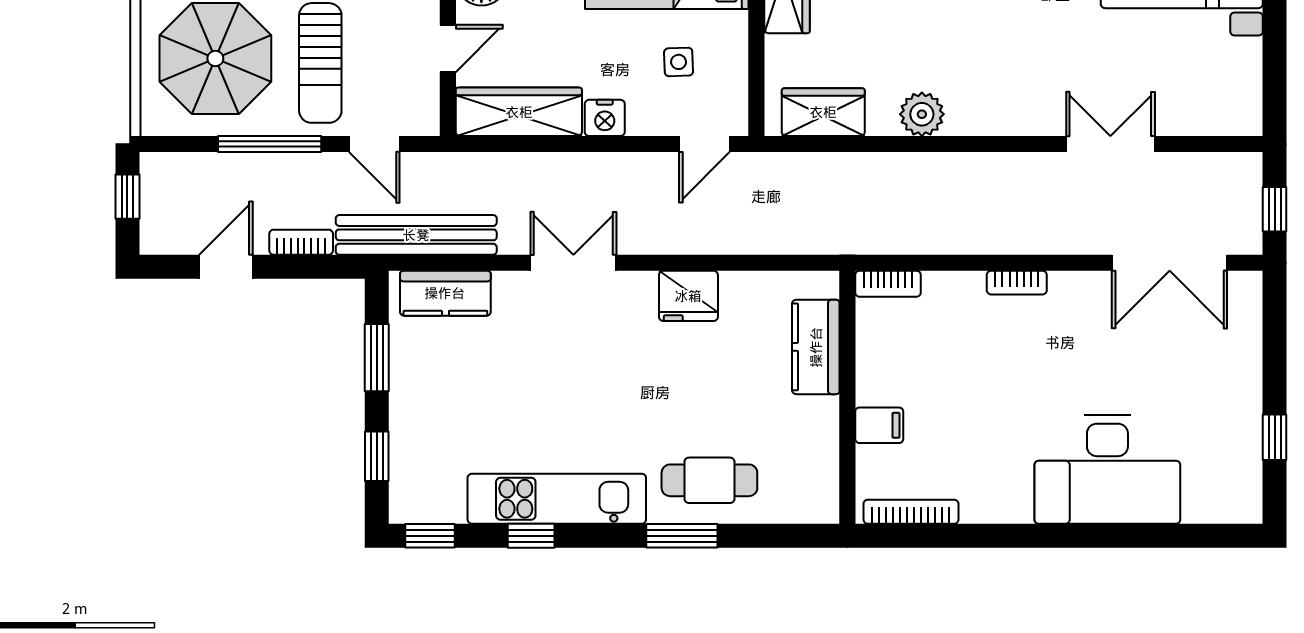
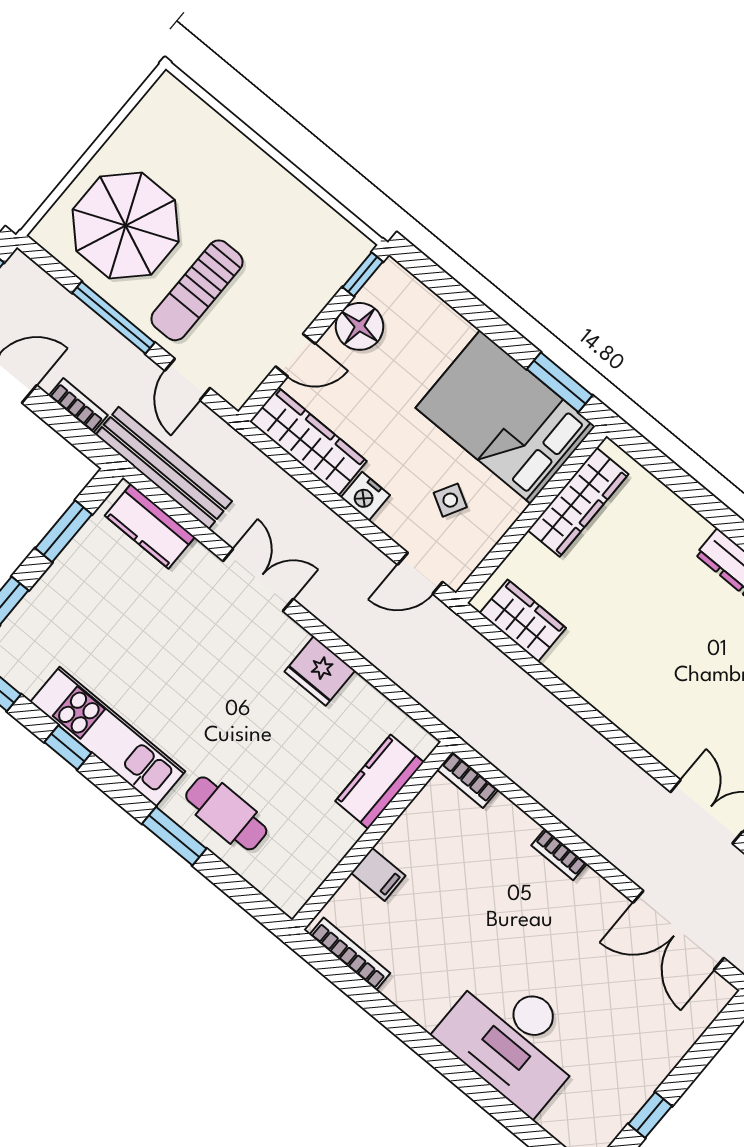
side table: (679, 62) -> (450, 500), turned 31
plant: (922, 114) -> (591, 680), removed

